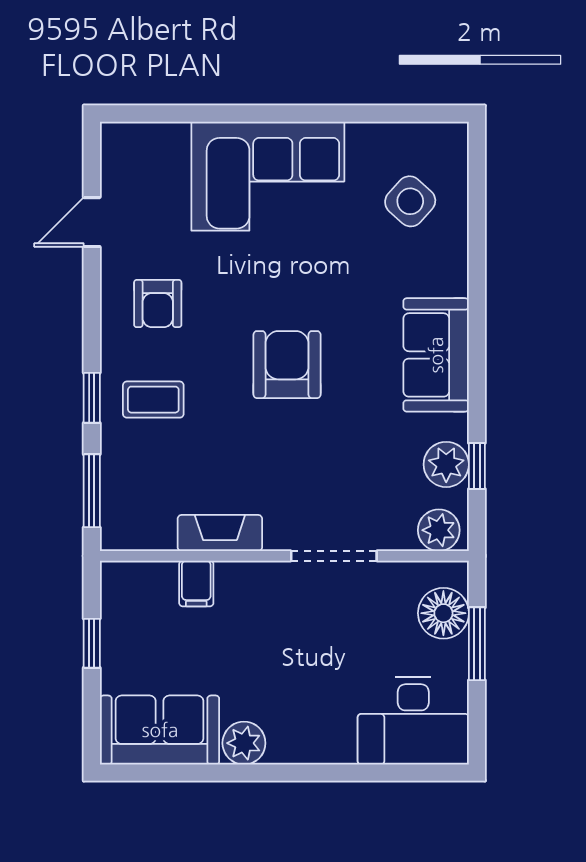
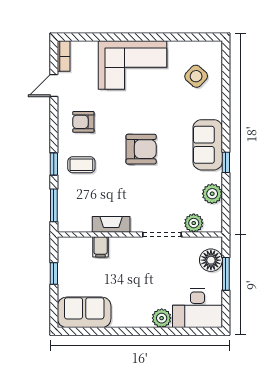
bookcase: (114, 156) -> (64, 56), added
armchair: (158, 304) -> (83, 122), turned 90
armchair: (287, 365) -> (141, 149), turned 90
window: (477, 466) -> (226, 162), moved
plant: (439, 530) -> (194, 223), moved
plant: (244, 743) -> (162, 318), moved

